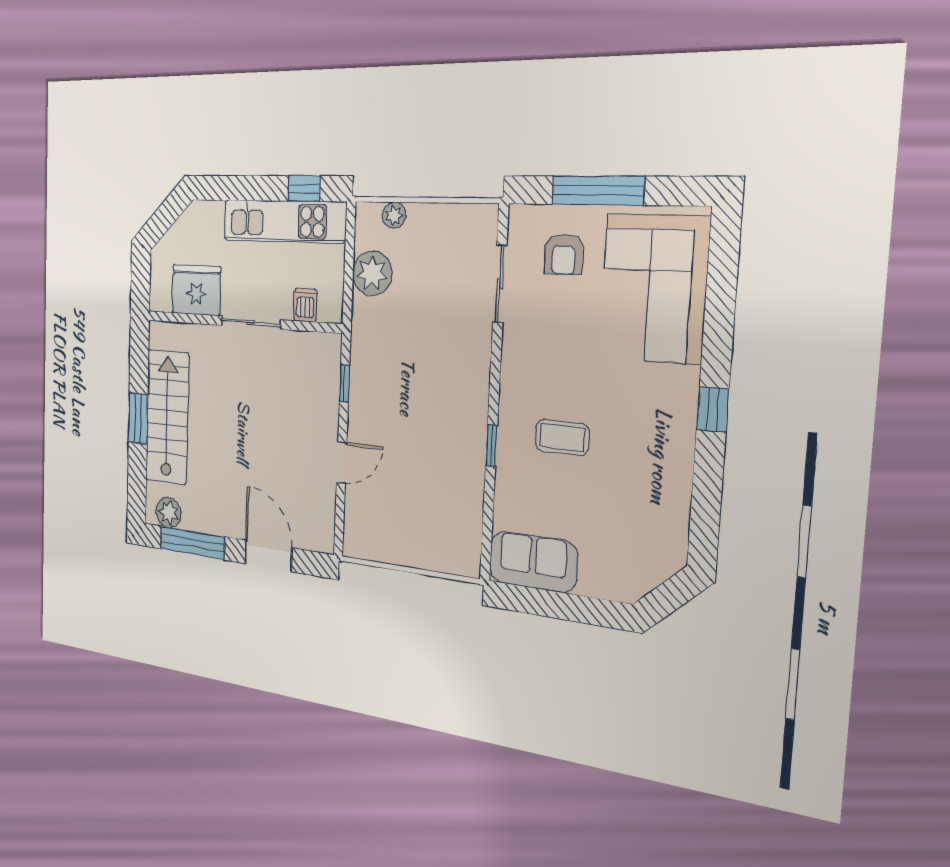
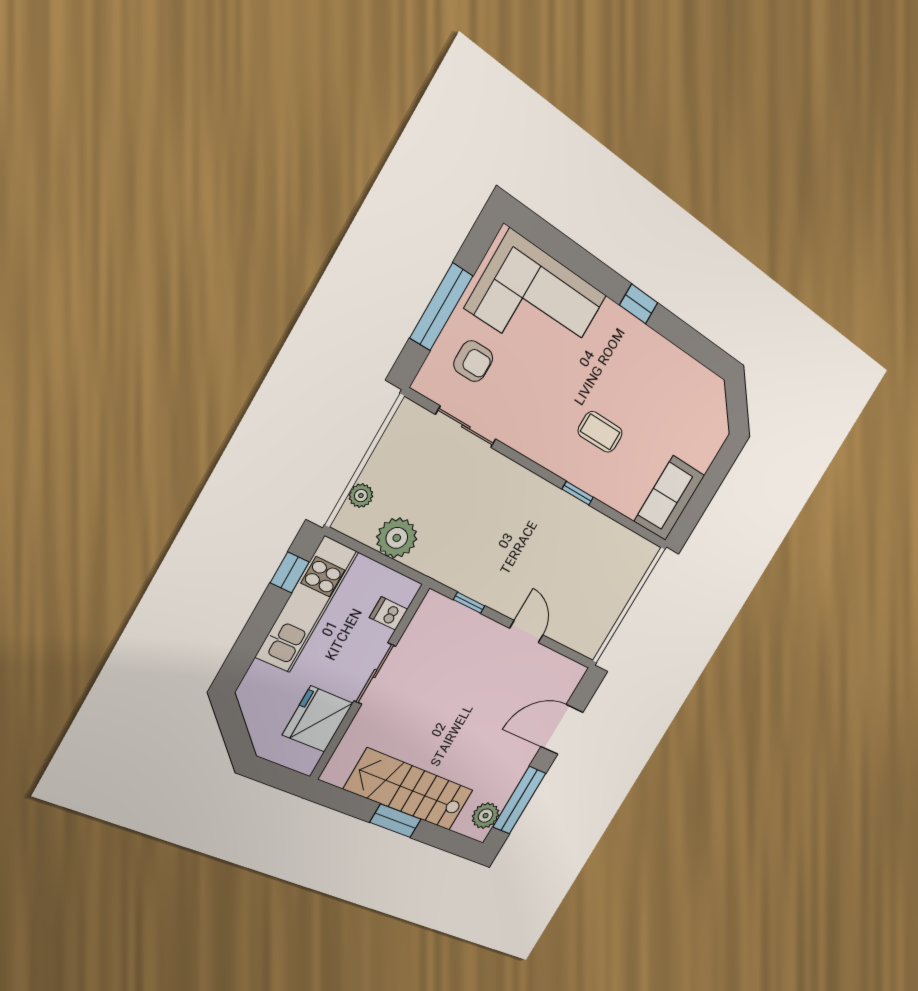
coffee table: (562, 438) -> (600, 432), turned 90

